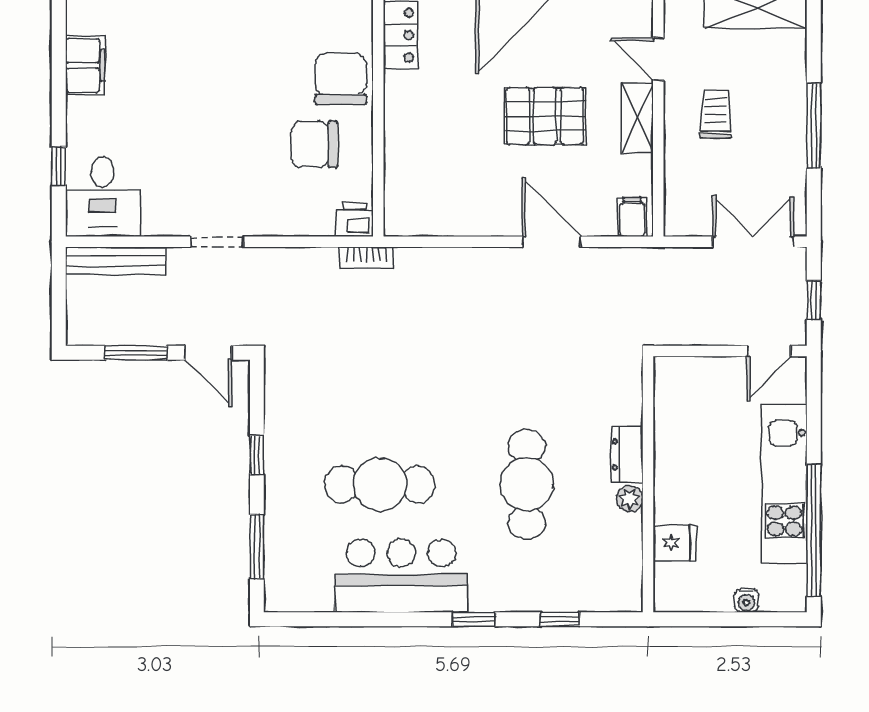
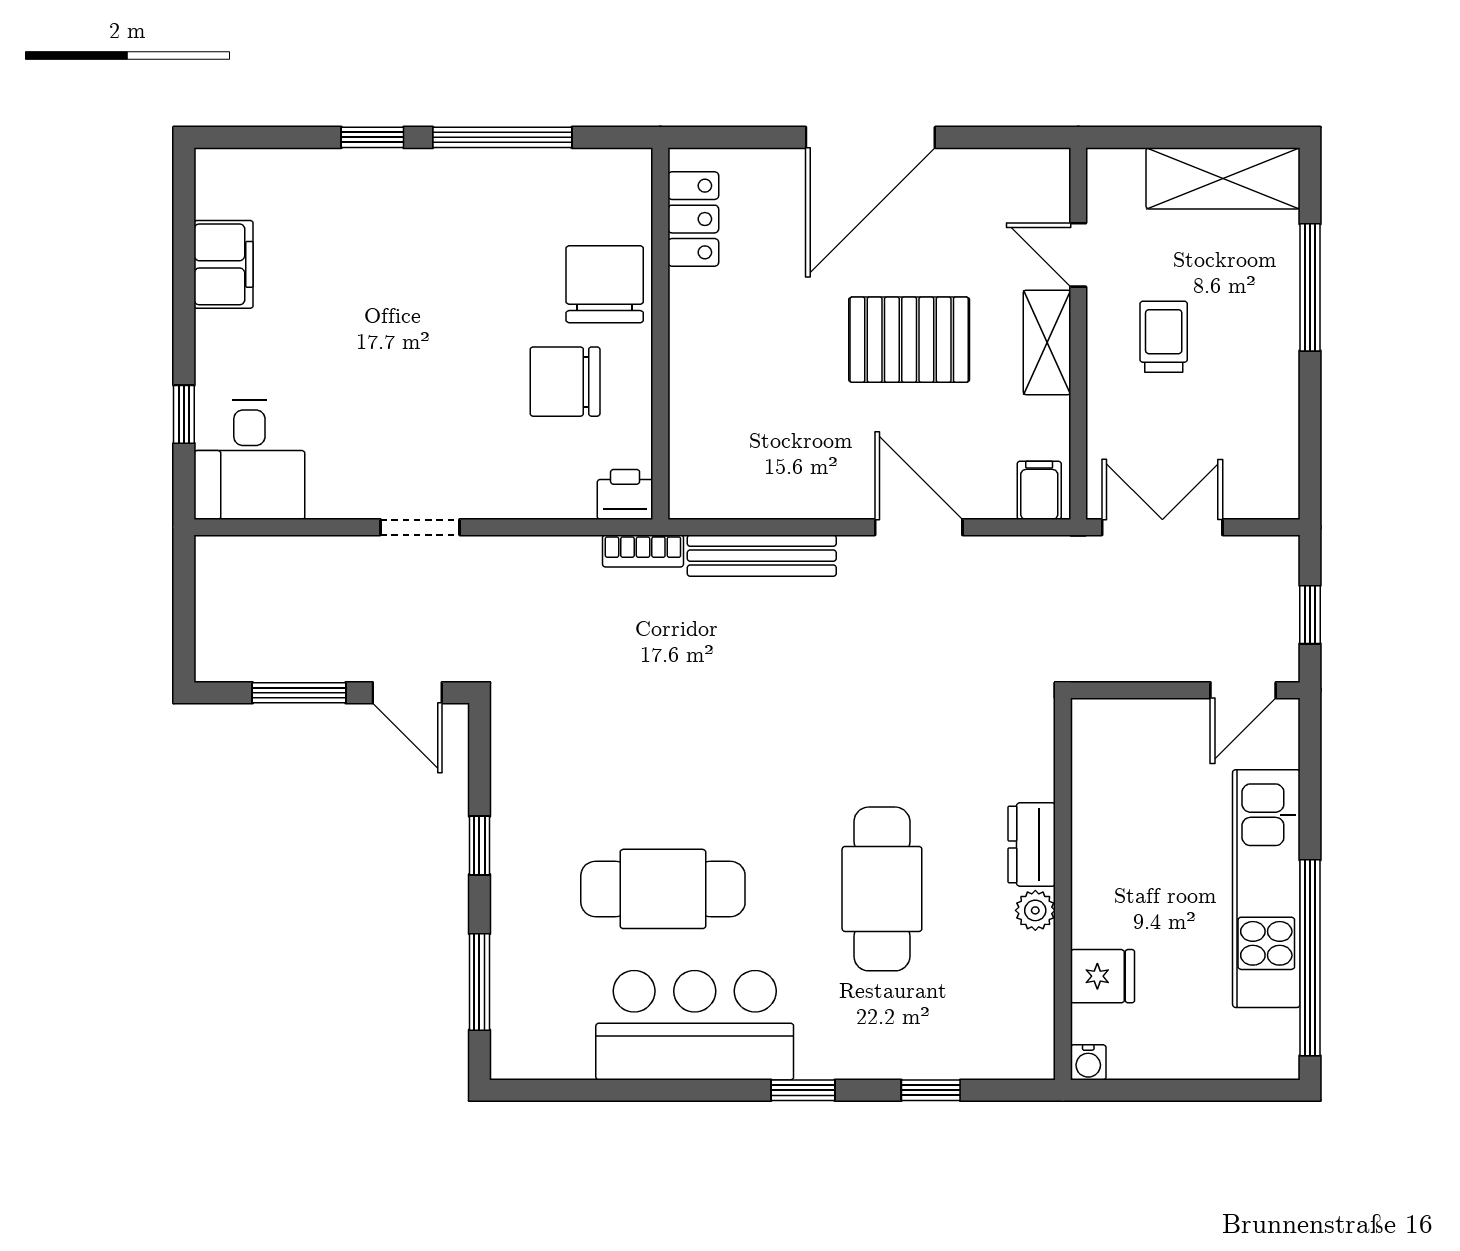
window: (814, 126) -> (1310, 287), moved
double door: (753, 242) -> (1162, 527), moved
bench: (115, 261) -> (762, 556), moved
water cooler: (746, 601) -> (1088, 1062), moved

